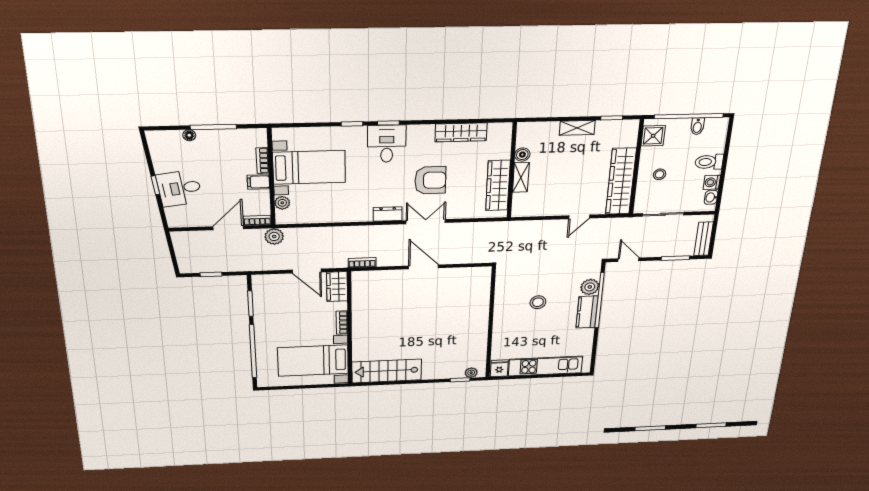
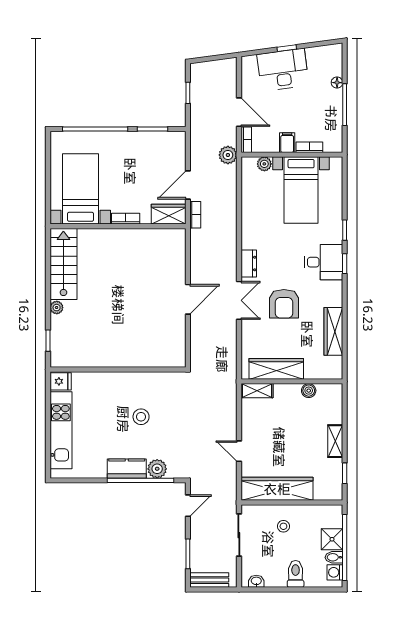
shower: (653, 136) -> (332, 539), moved
shelving: (521, 177) -> (257, 391), moved
washing machine: (712, 182) -> (335, 572), moved, turned -90
desk: (179, 188) -> (283, 70), width x1.37
bookcase: (362, 263) -> (195, 215), moved
plant: (471, 373) -> (57, 308), moved

